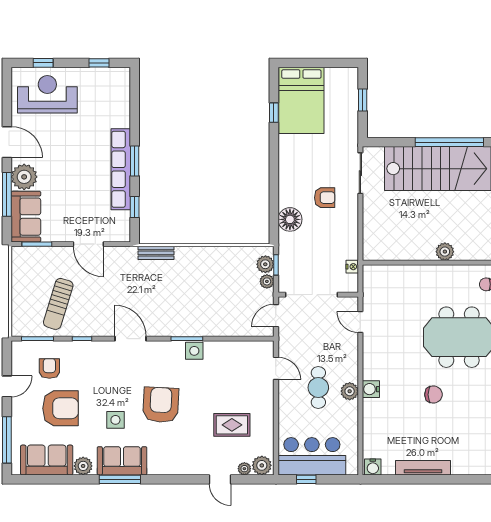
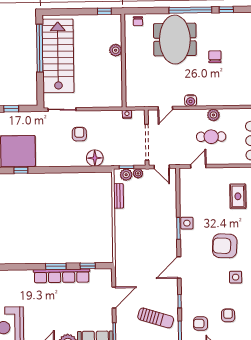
bench: (156, 253) -> (119, 196), moved
water cooler: (371, 389) -> (191, 101), moved
armchair: (61, 408) -> (228, 315), width x0.53, depth x0.53

